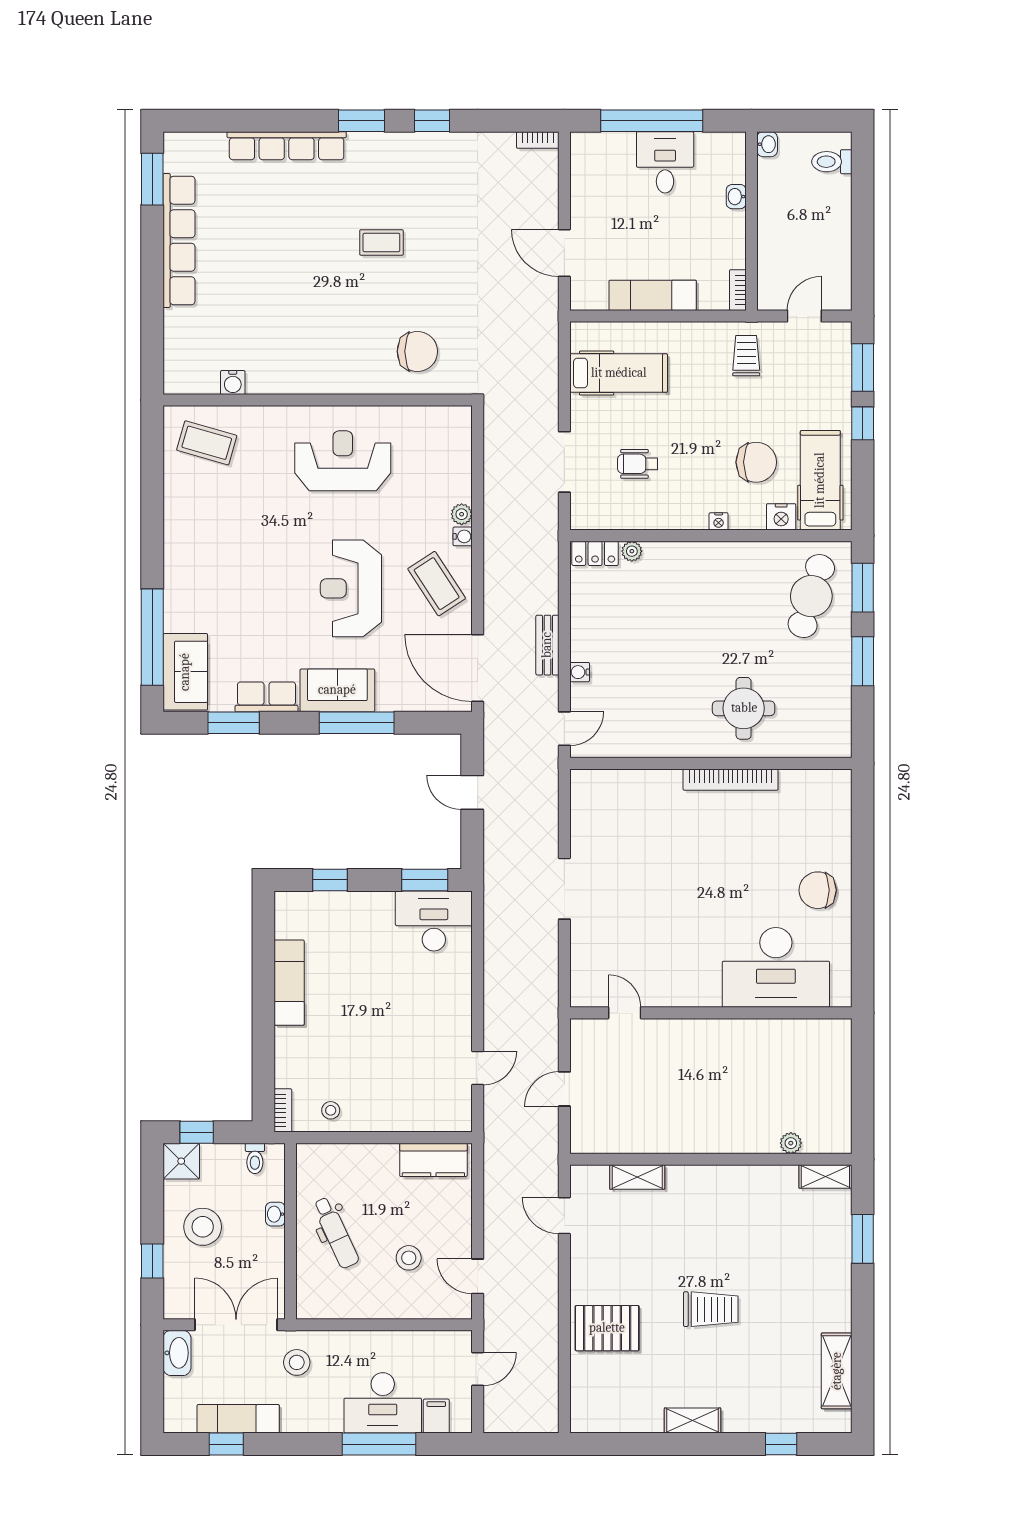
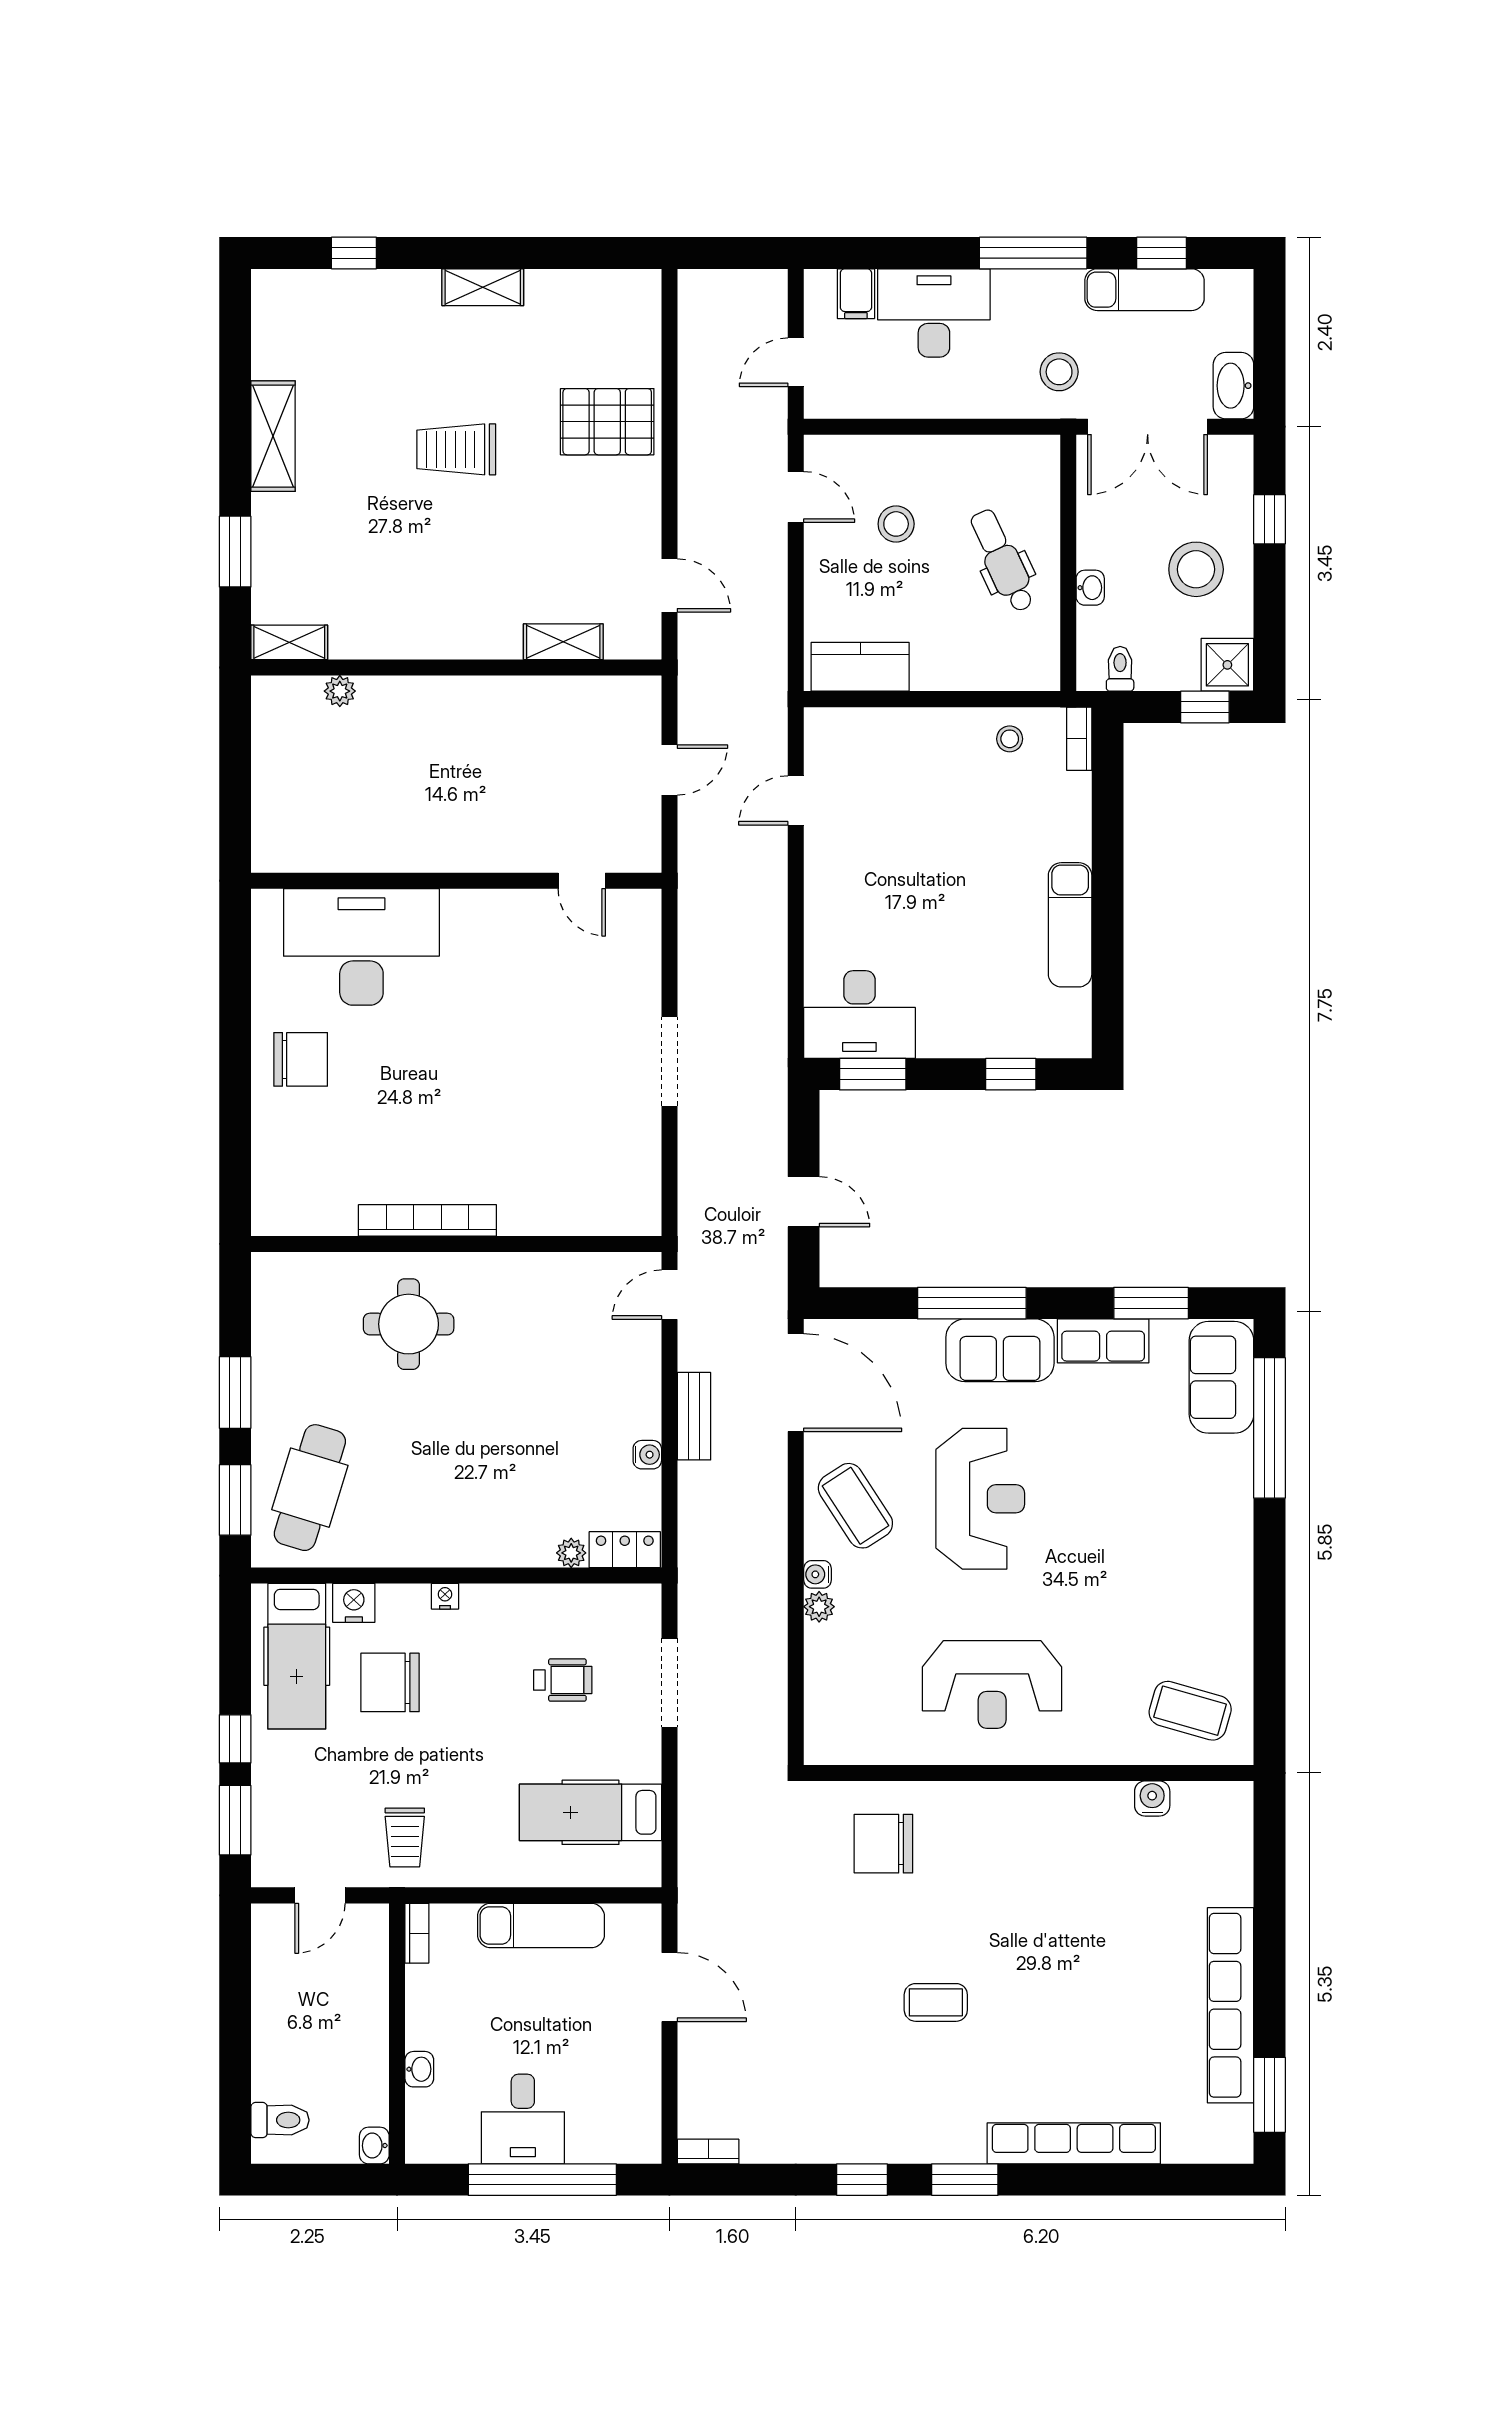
water cooler: (580, 672) -> (647, 1455), moved
shelving: (837, 1371) -> (273, 436), moved
window: (379, 1444) -> (1033, 253), moved

